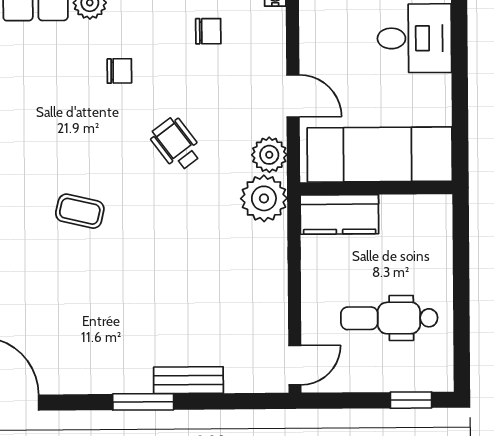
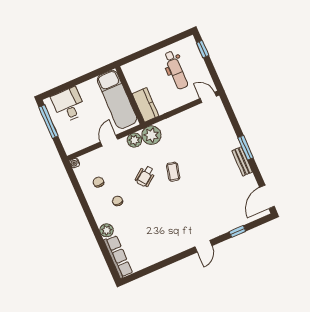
chair: (119, 71) -> (118, 201), moved
coffee table: (80, 211) -> (173, 172), moved
bench: (188, 380) -> (242, 161), moved

